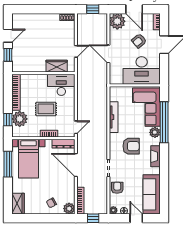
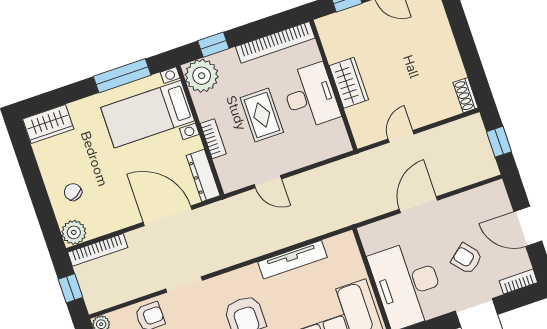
door: (134, 9) -> (528, 226), hinge flipped
plant: (117, 21) -> (491, 200), removed
door: (76, 51) -> (401, 136), swing flipped
wardrobe: (57, 66) -> (349, 83), moved
desk: (61, 85) -> (310, 96), moved
plant: (20, 119) -> (202, 76), moved
door: (76, 127) -> (268, 182), moved
door: (76, 165) -> (168, 216), hinge flipped

